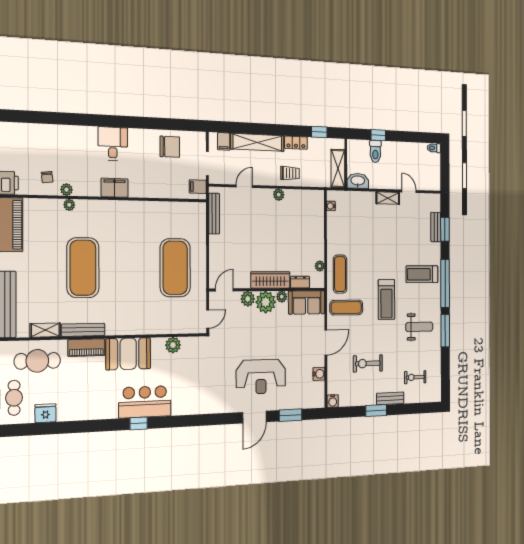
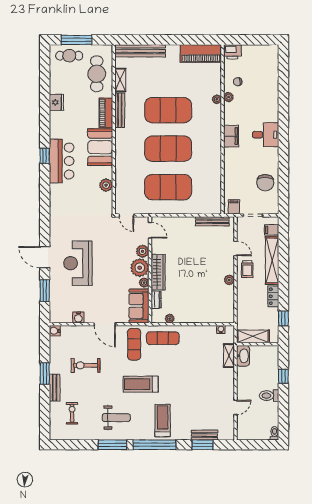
toilet: (375, 151) -> (269, 396), moved
trolley: (290, 173) -> (247, 269), moved
shelving: (388, 198) -> (229, 356), moved
exercise mat: (130, 268) -> (168, 149), added
weight bench: (419, 327) -> (116, 418), turned -90
exercise bike: (368, 363) -> (86, 365), turned -90
fridge: (45, 413) -> (56, 102), moved

